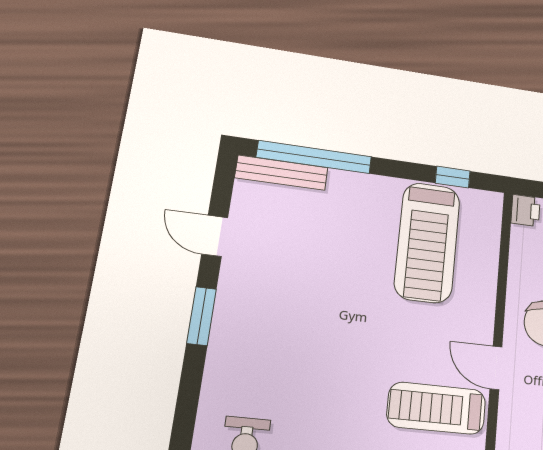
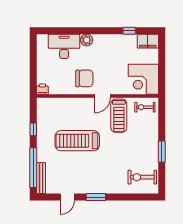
window: (453, 177) -> (33, 129), moved
treadmill: (427, 242) -> (77, 141), moved, turned 180

